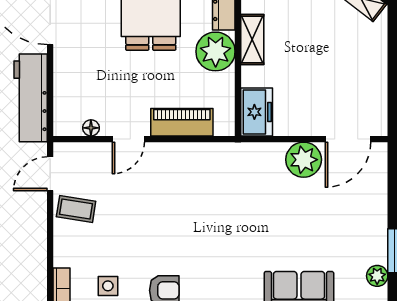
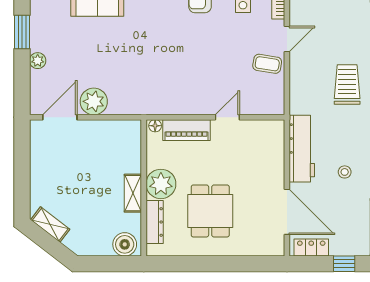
freezer: (257, 112) -> (130, 138), removed
floor lamp: (91, 128) -> (155, 126), moved
door: (50, 174) -> (287, 39), moved
plant: (377, 276) -> (38, 61), moved

